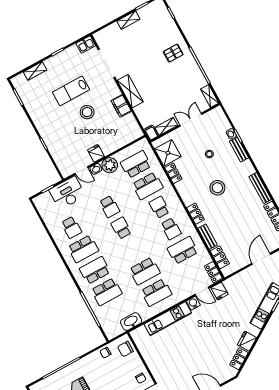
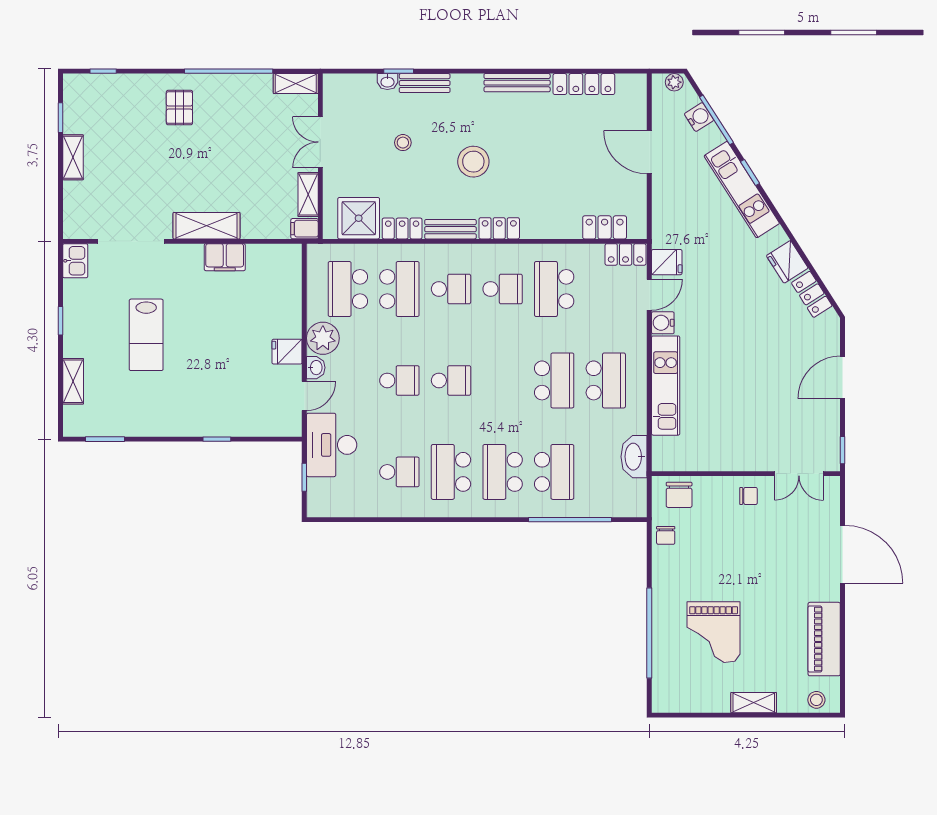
stool: (87, 112) -> (202, 326), removed
school desk: (159, 207) -> (451, 289), turned 180
school desk: (121, 228) -> (451, 380), turned 180
bench: (208, 237) -> (450, 229), moved
school desk: (83, 249) -> (451, 472), turned 180

